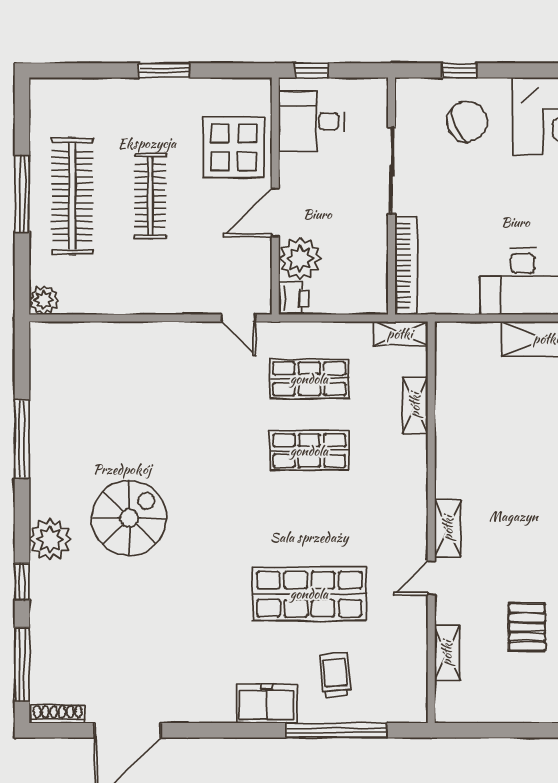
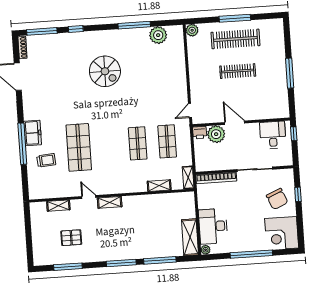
window: (164, 70) -> (290, 73), width x1.44
display table: (234, 147) -> (260, 104), removed
plant: (50, 539) -> (158, 35), moved
window: (336, 730) -> (22, 144), moved

